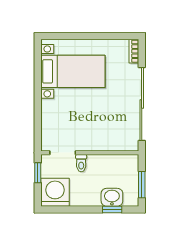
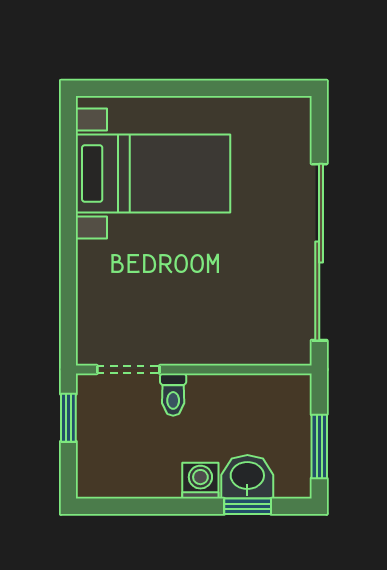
bookcase: (134, 51) -> (300, 125), removed
washing machine: (55, 192) -> (200, 481), moved, width x0.53, depth x0.53

